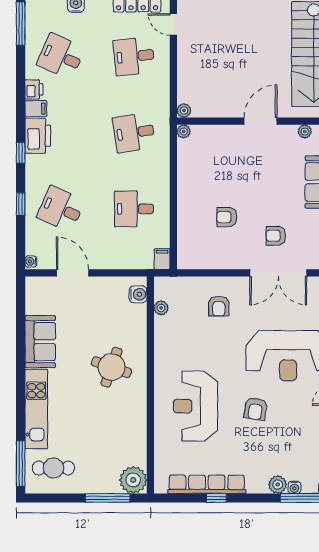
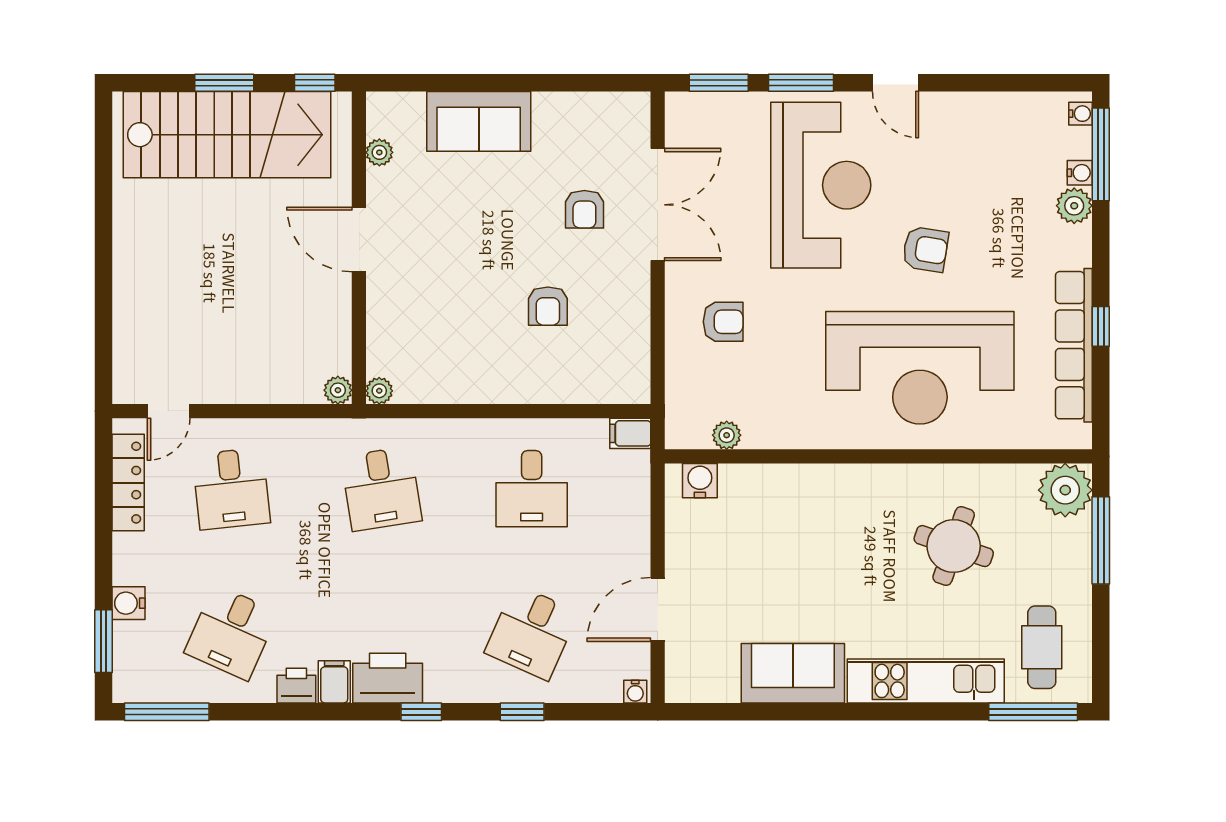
round table: (111, 367) -> (954, 546), moved
reception desk: (195, 406) -> (920, 368), width x1.36, depth x1.30

